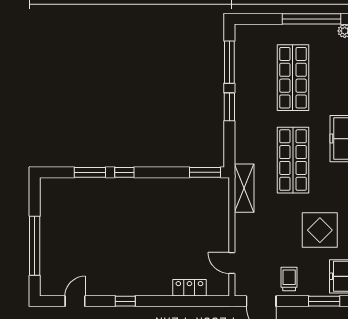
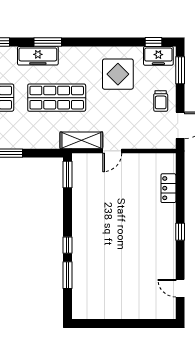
window: (35, 246) -> (132, 324), removed
door: (232, 263) -> (112, 151), moved
trolley: (289, 279) -> (161, 101), turned -90
window: (125, 301) -> (180, 232), moved

